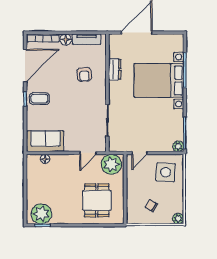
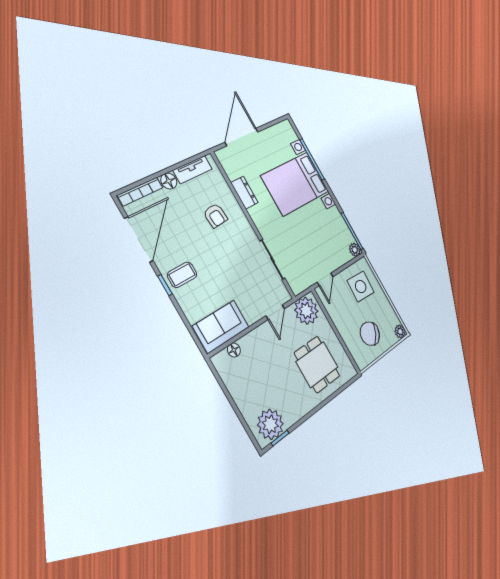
chair: (151, 206) -> (370, 334), width x1.87, depth x1.87

